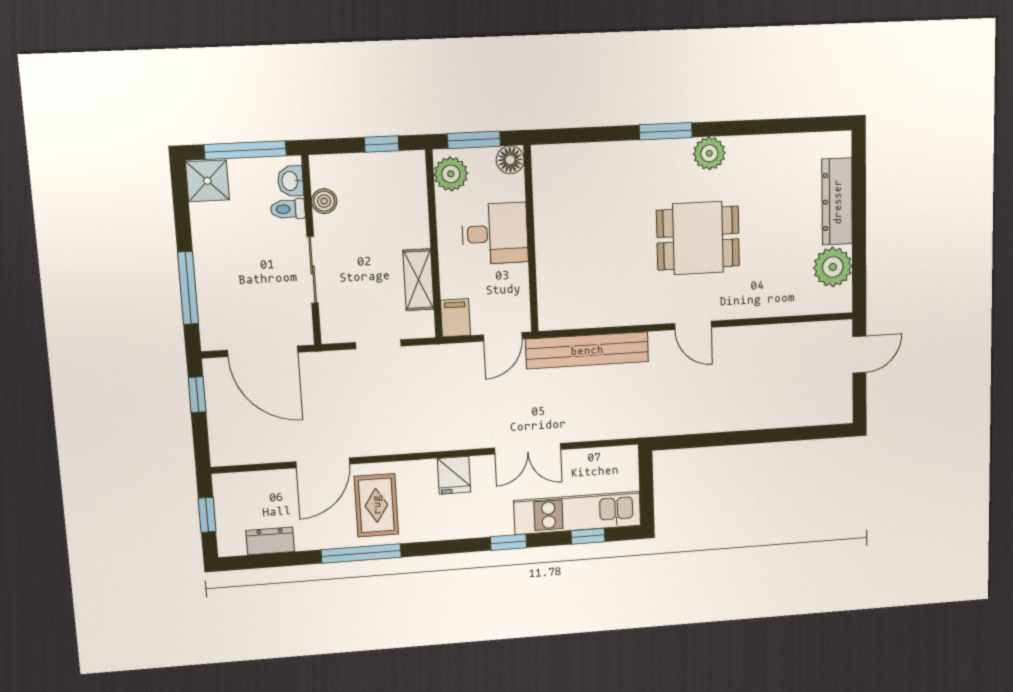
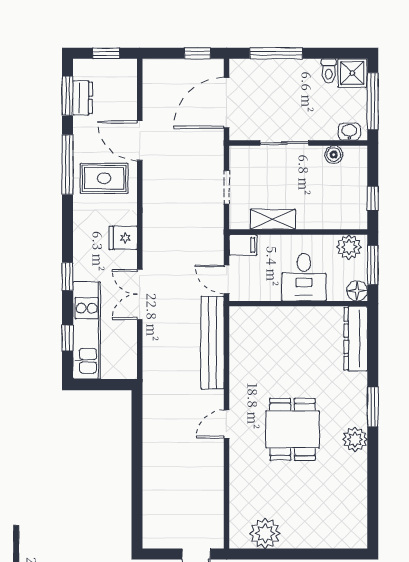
dresser: (837, 202) -> (356, 339), moved, turned -90
toilet: (288, 209) -> (329, 71), moved, turned 180
window: (269, 560) -> (67, 96), added

